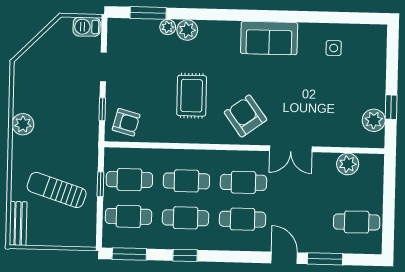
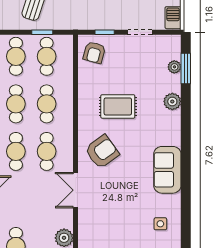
plant: (168, 27) -> (174, 67), moved

